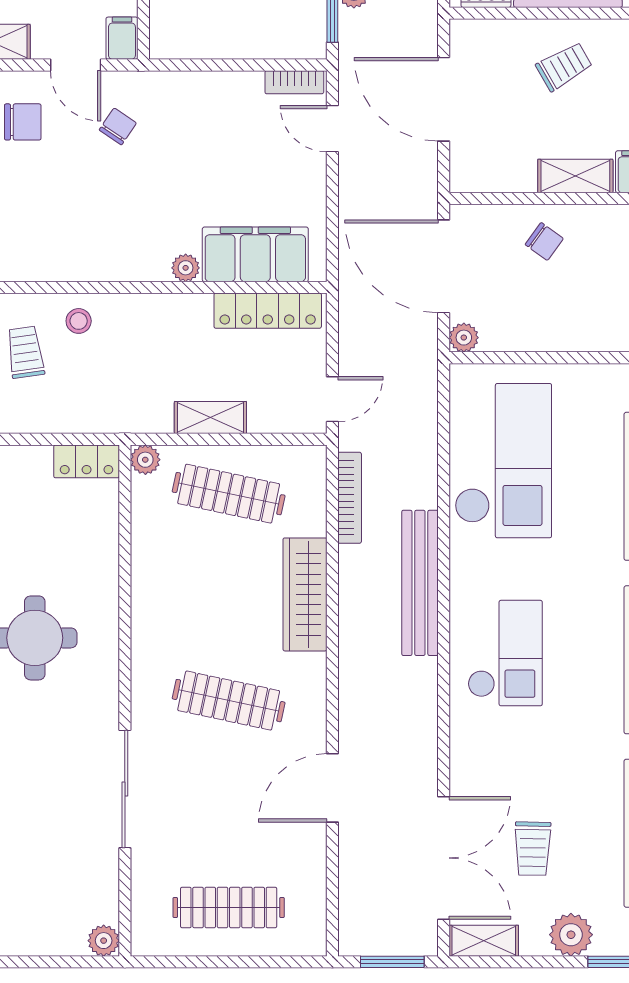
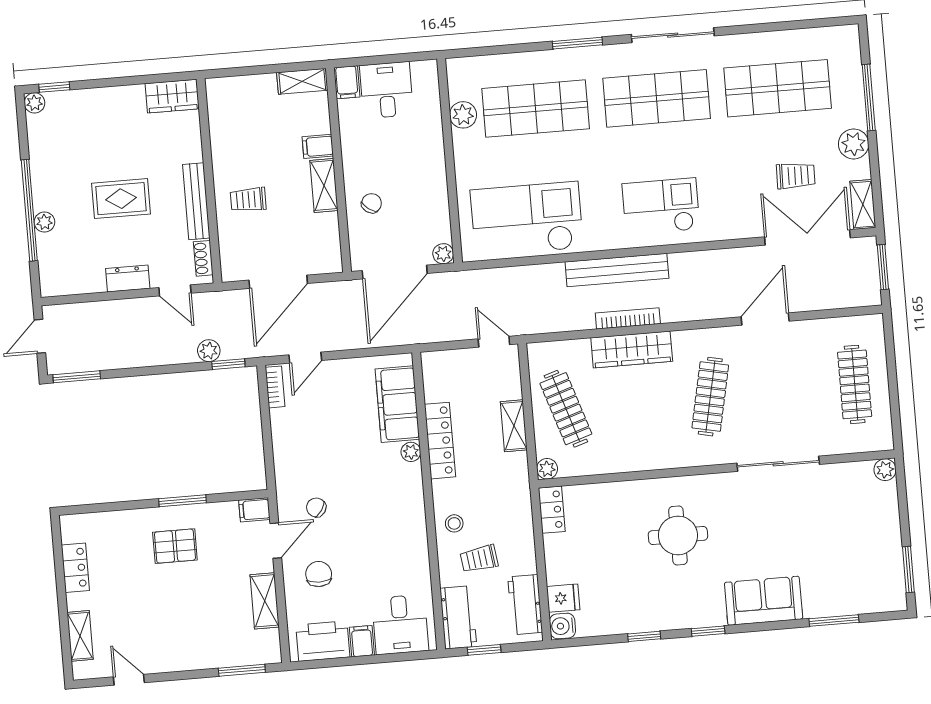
trolley: (564, 66) -> (248, 200), turned -60
locker: (268, 311) -> (440, 441), moved
clothes rail: (229, 494) -> (566, 409), turned -30
bookcase: (350, 498) -> (628, 318), moved
door: (332, 788) -> (765, 319), swing flipped

